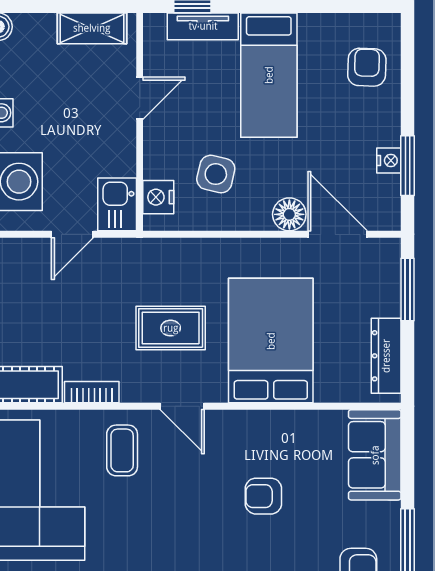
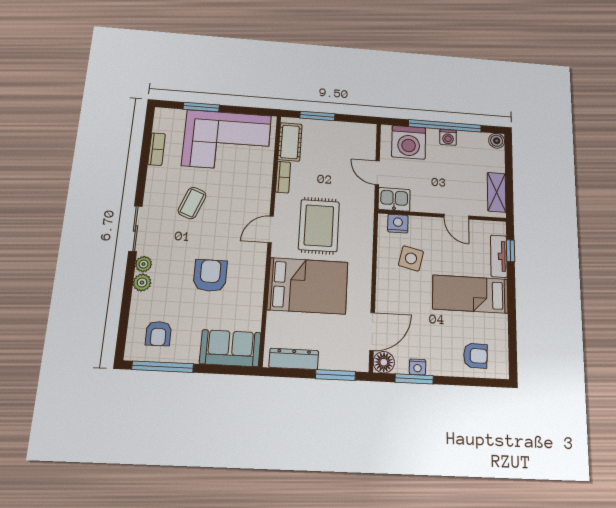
floor lamp: (289, 214) -> (384, 362), moved
rug: (171, 328) -> (319, 226), width x1.36, depth x1.43
coffee table: (122, 450) -> (192, 203), moved, turned -69
armchair: (263, 496) -> (210, 275), width x1.38, depth x1.38

